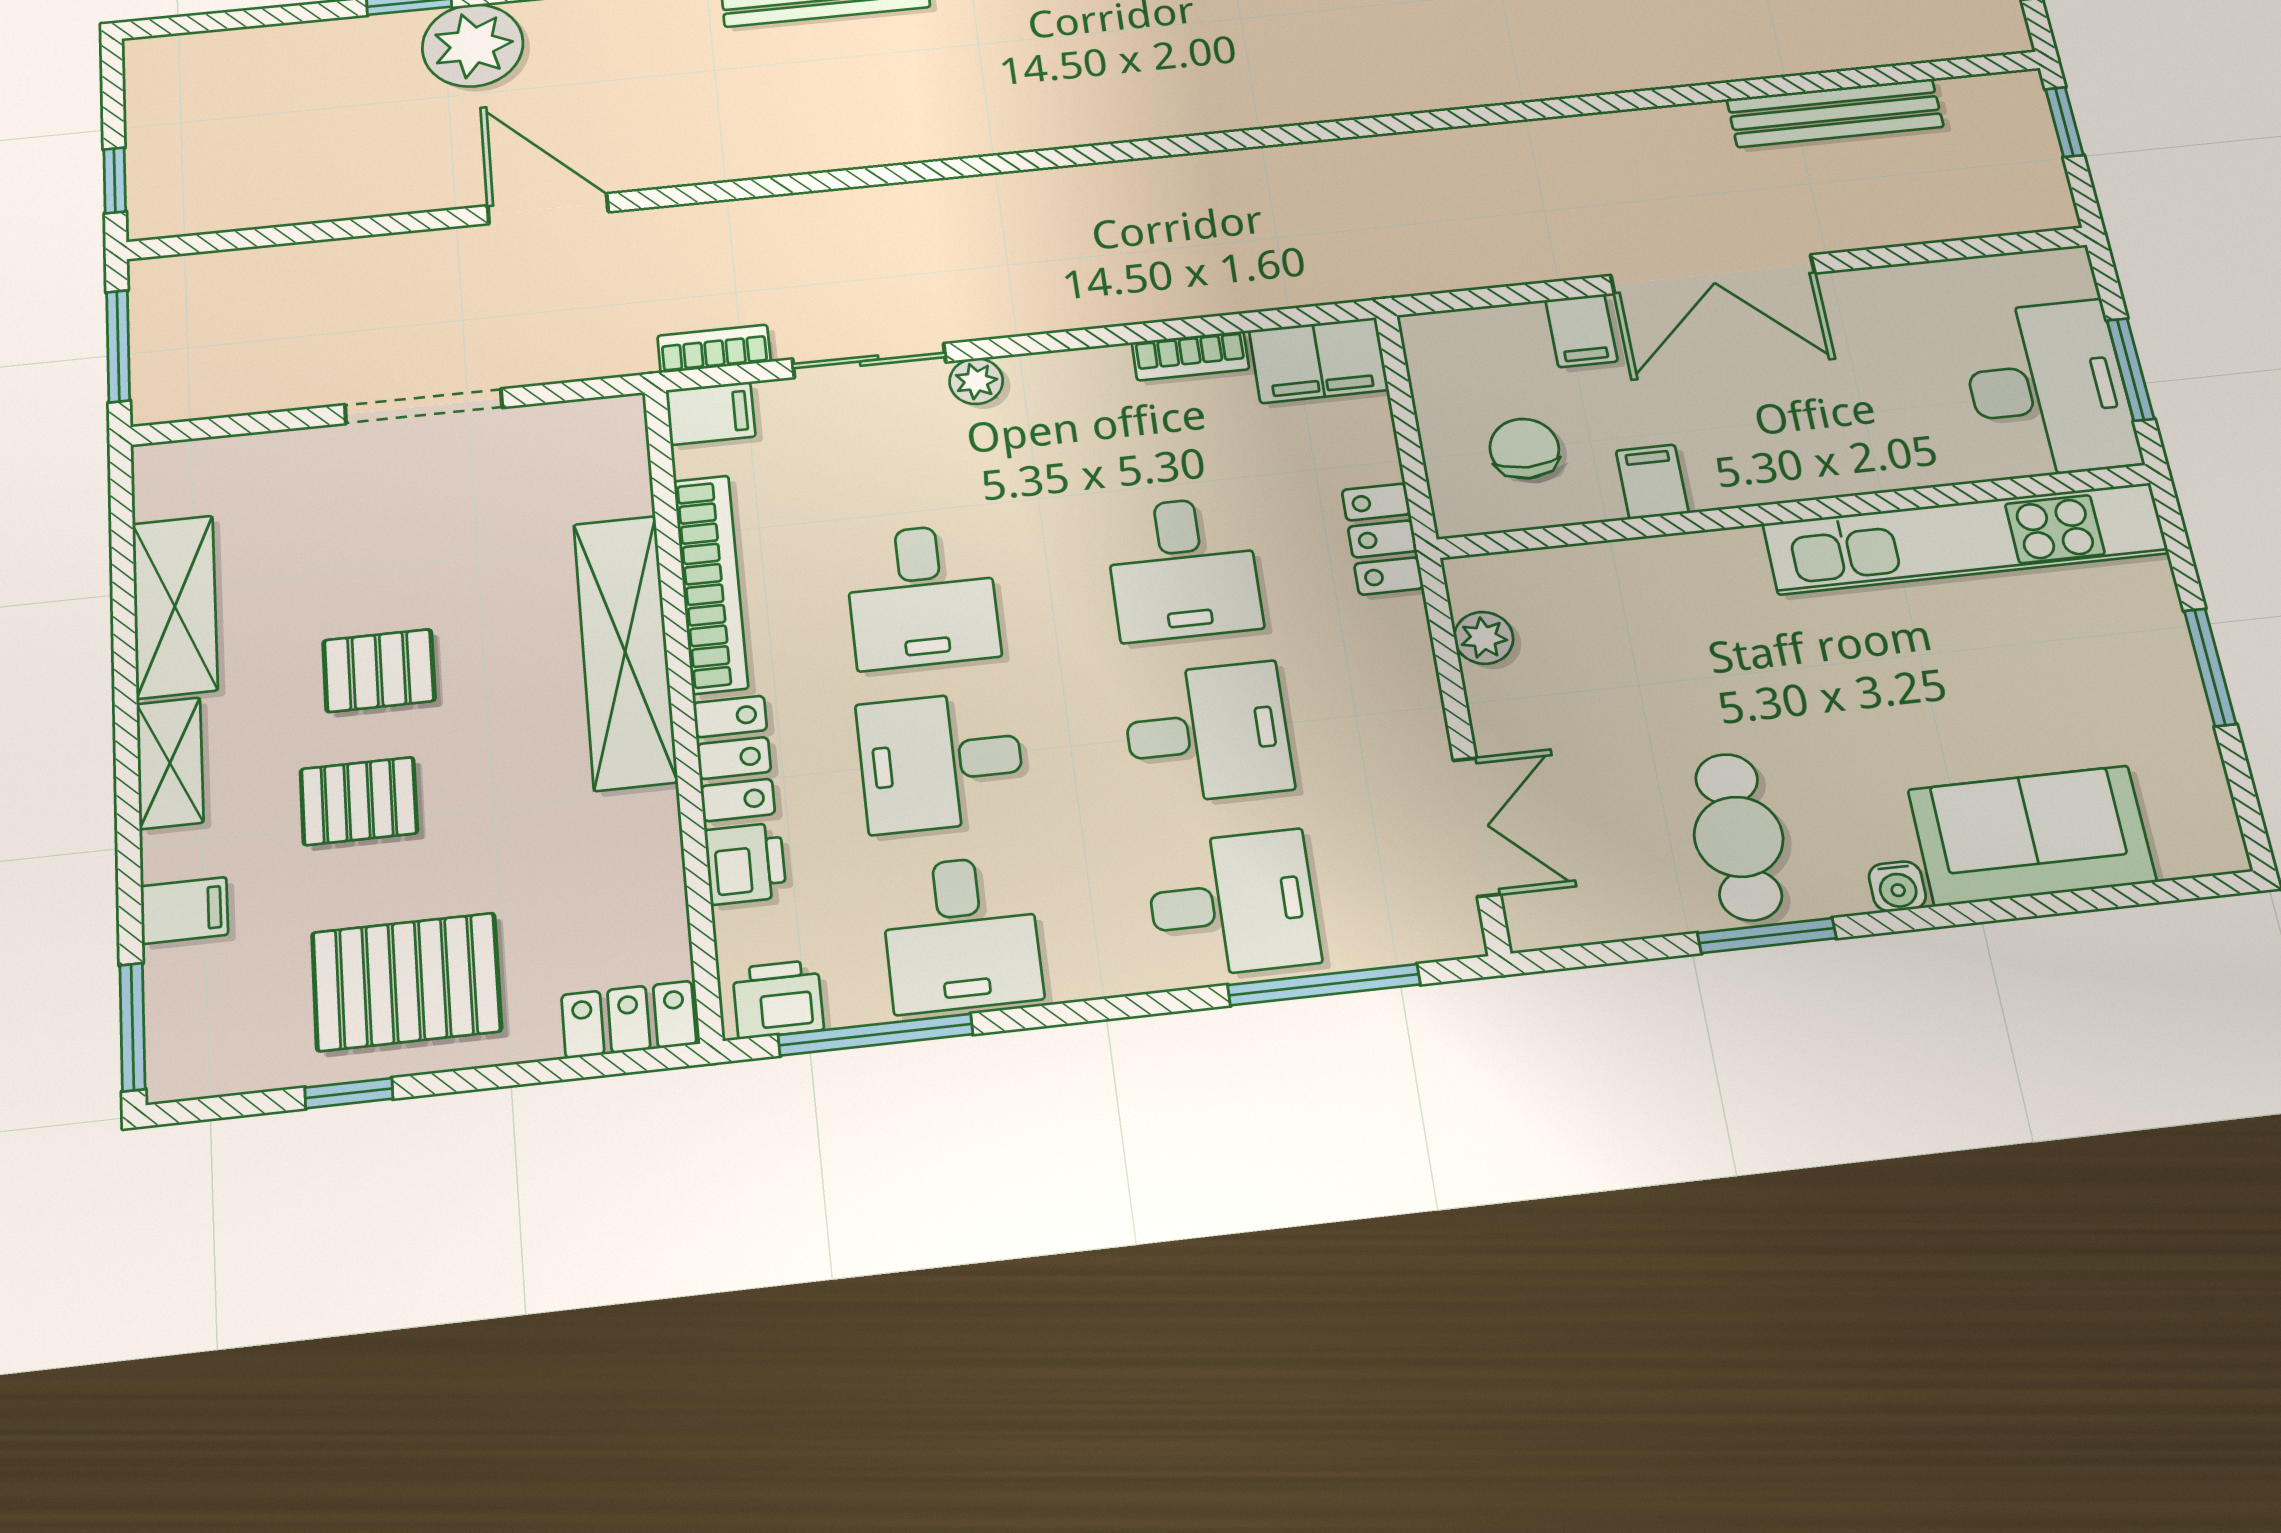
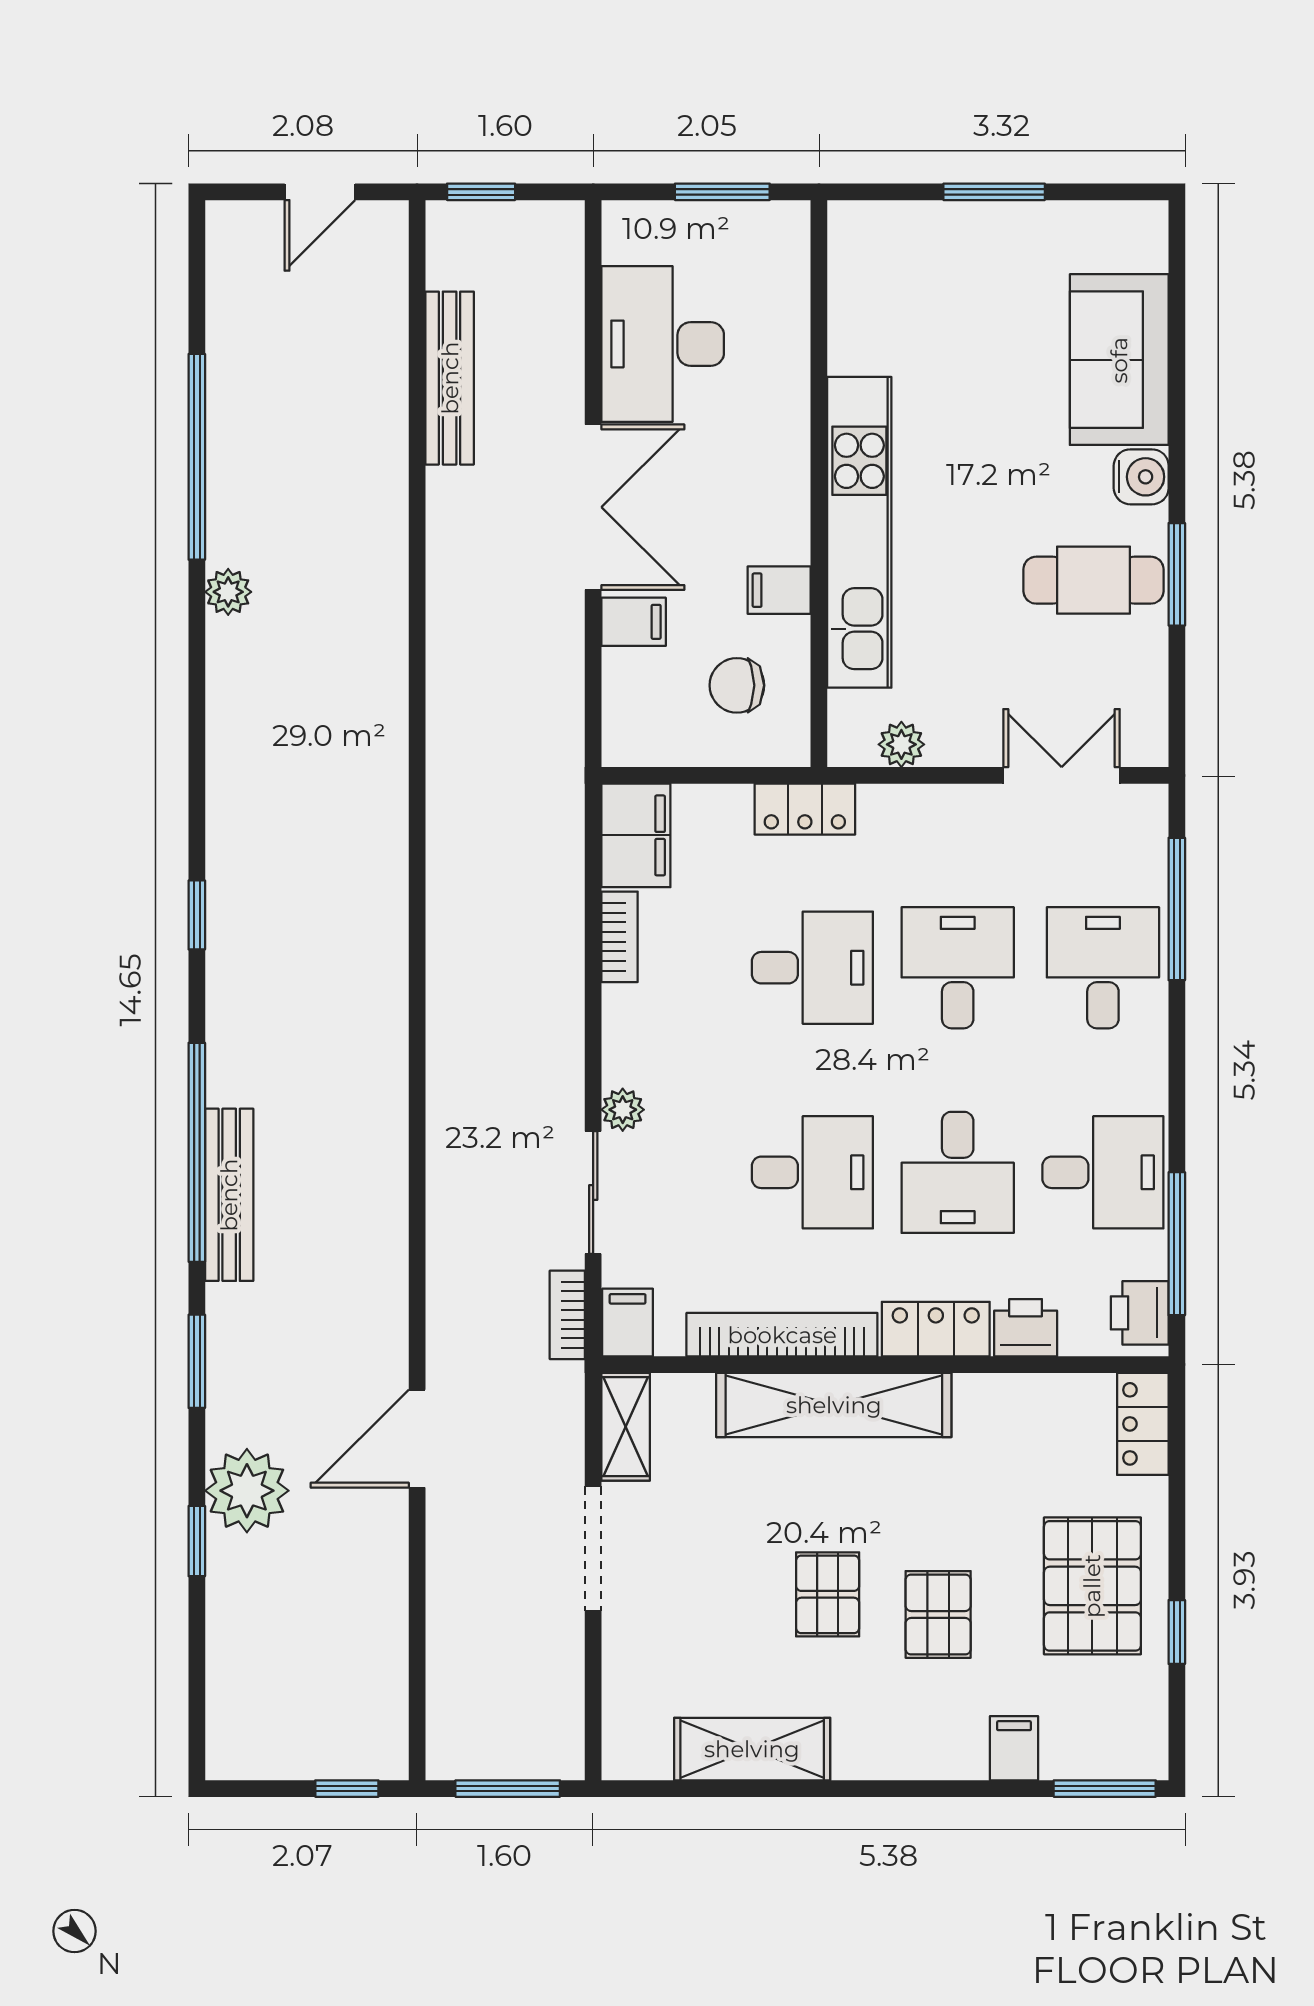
desk: (2048, 388) -> (663, 344), moved, turned -90
kitchen unit: (1965, 539) -> (859, 532), moved
shelving: (170, 763) -> (626, 1427), moved, turned 90
water cooler: (1897, 886) -> (1141, 477), width x1.38, depth x1.38

